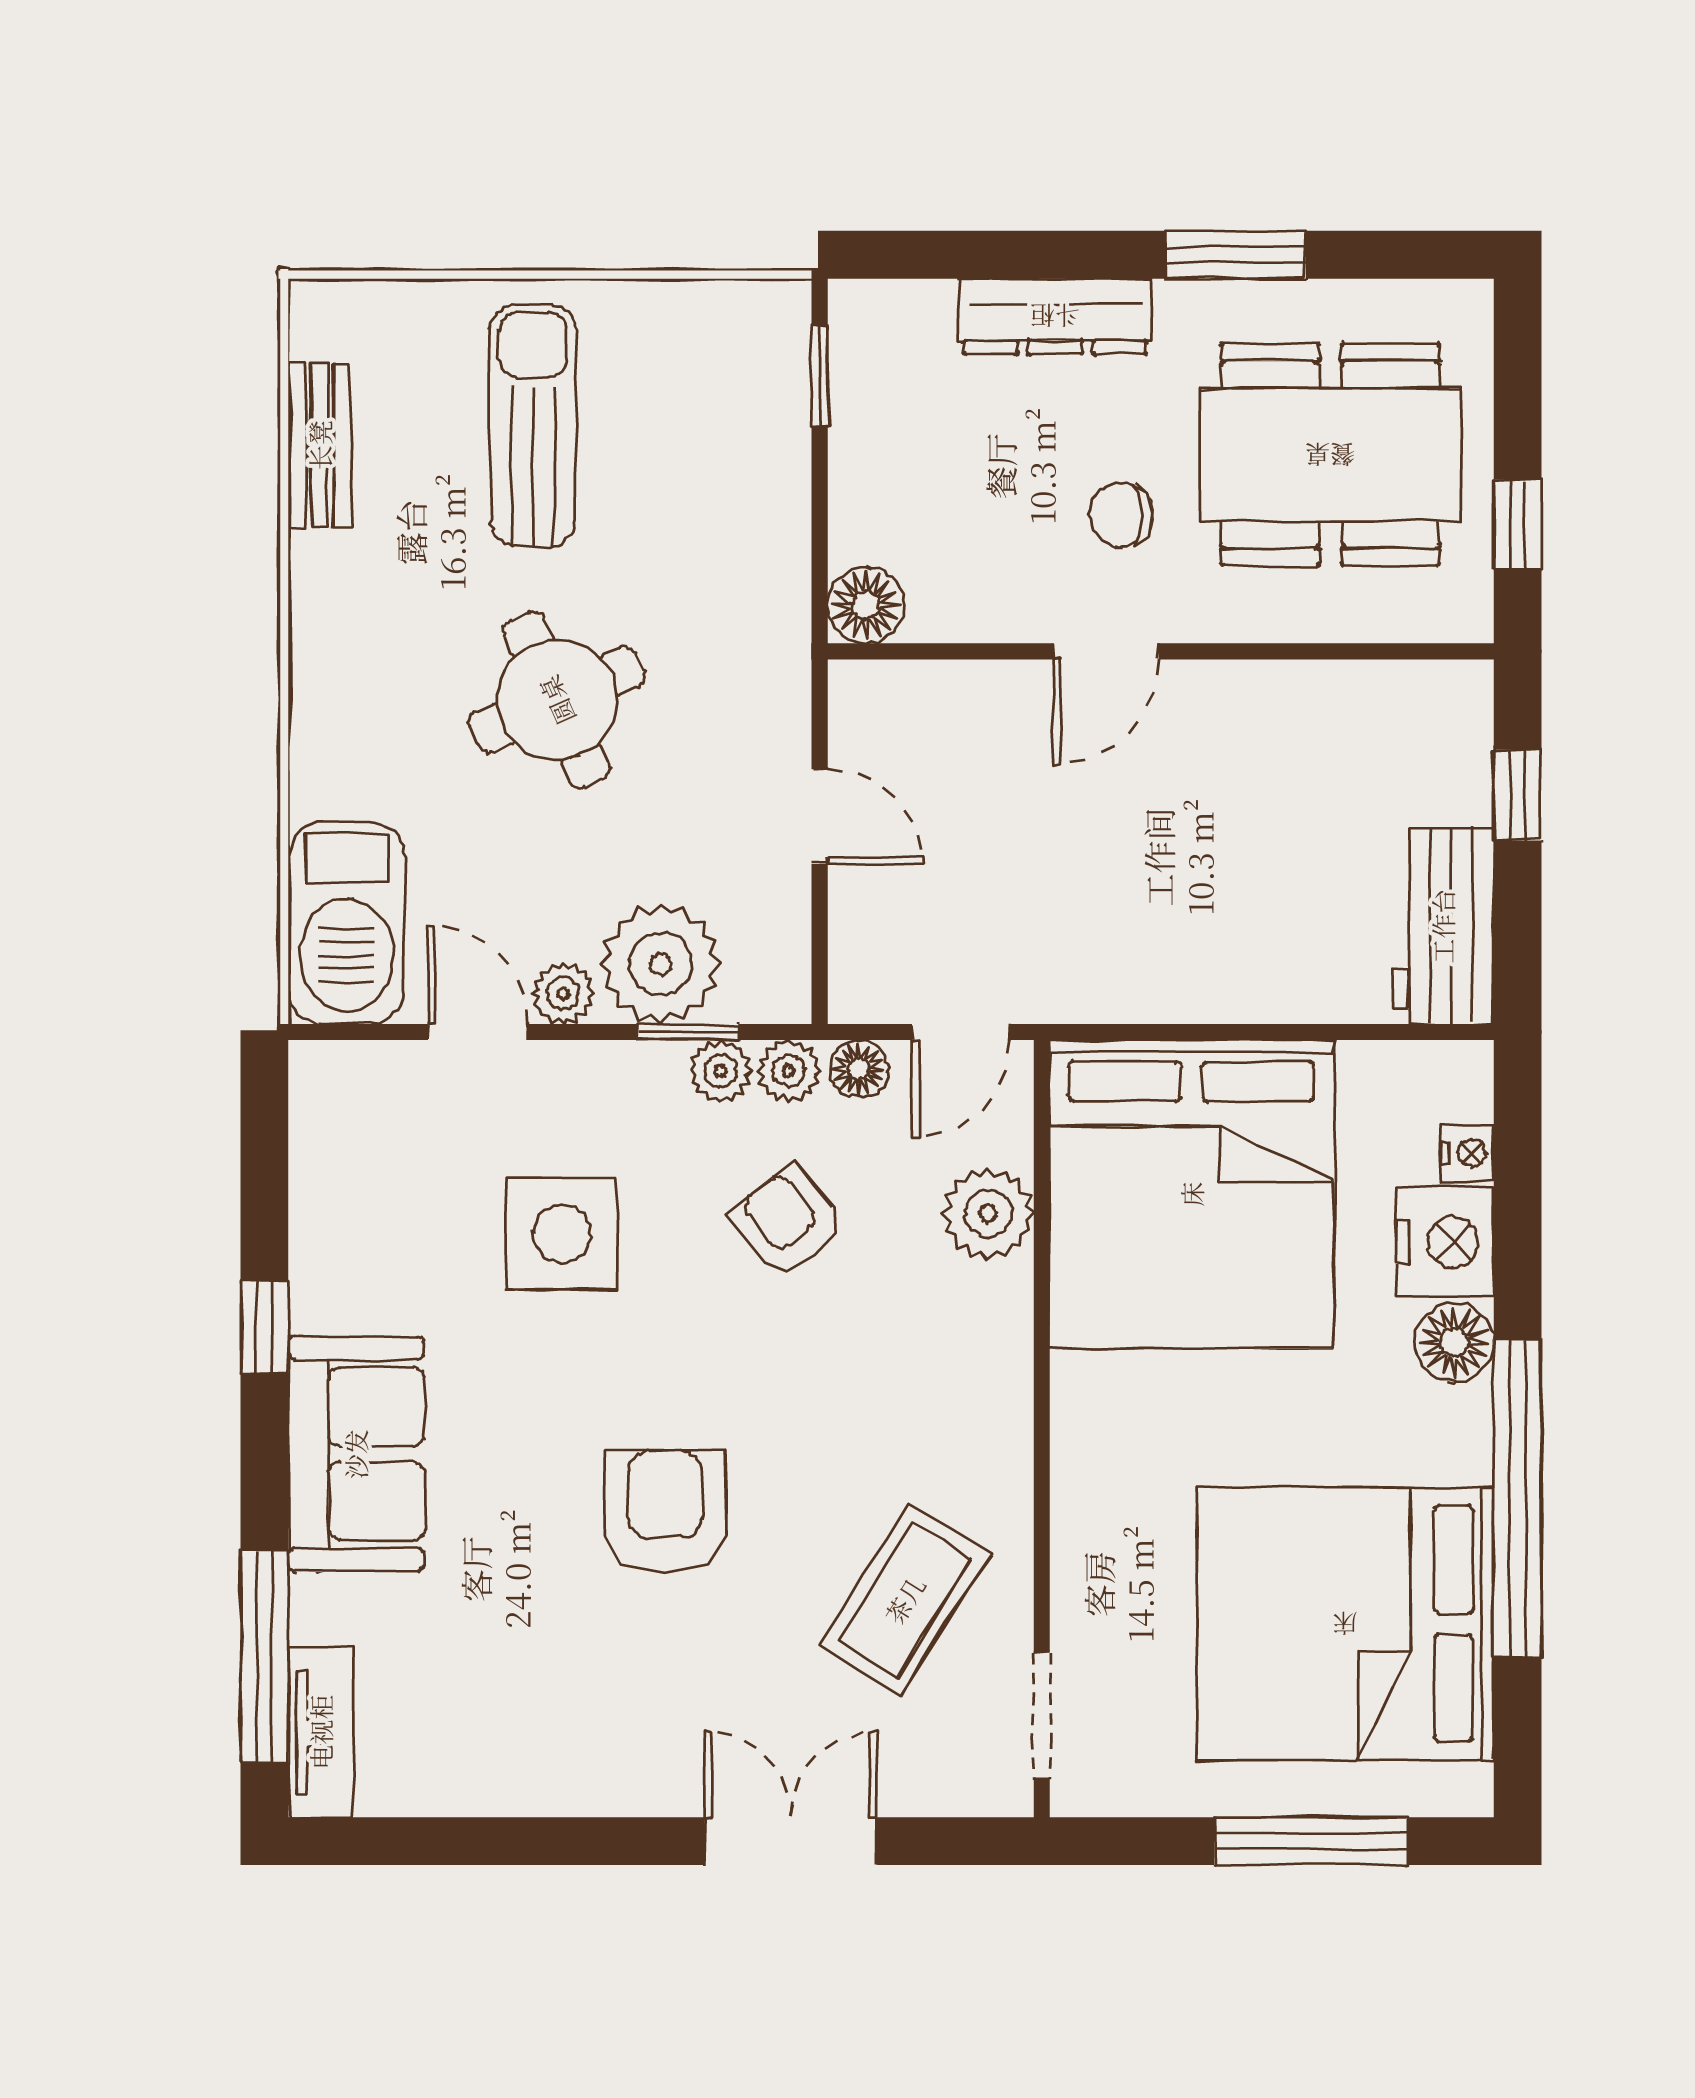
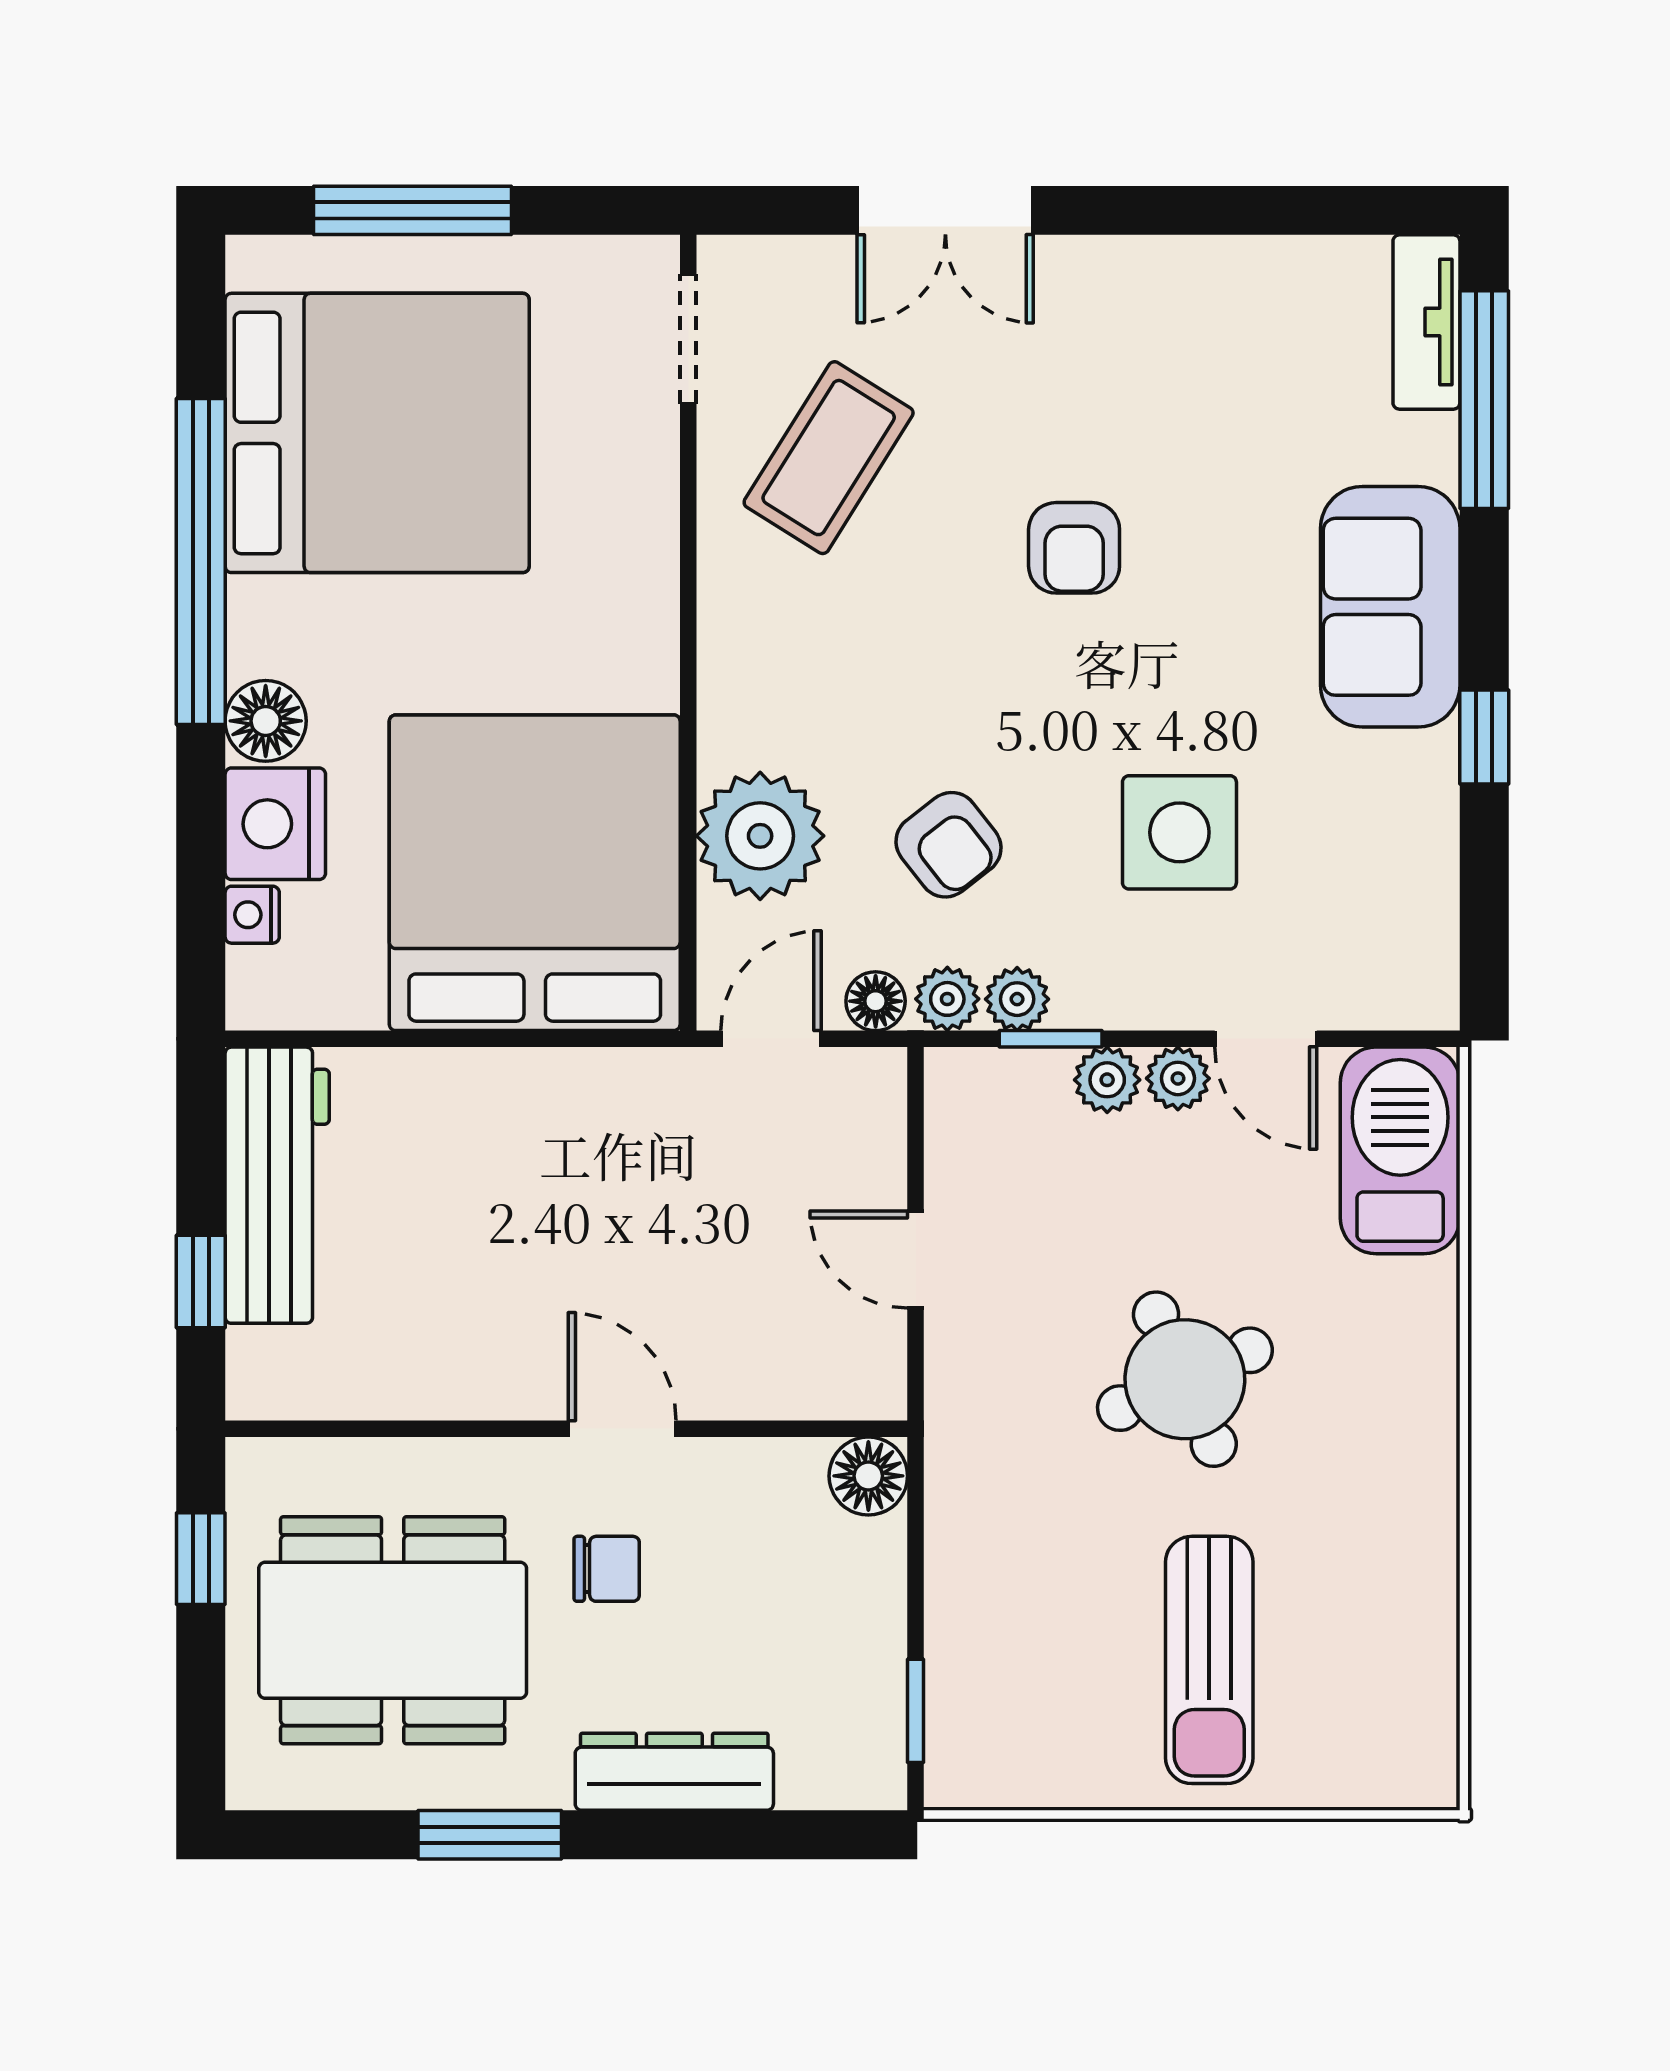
bench: (320, 445) -> (1428, 1640), removed
door: (1106, 651) -> (622, 1429), hinge flipped
workbench: (1443, 926) -> (277, 1185), width x1.38
plant: (661, 964) -> (1107, 1080), width x0.53, depth x0.53
plant: (988, 1214) -> (760, 836), width x1.36, depth x1.36
armchair: (665, 1512) -> (1074, 548), width x0.72, depth x0.72

